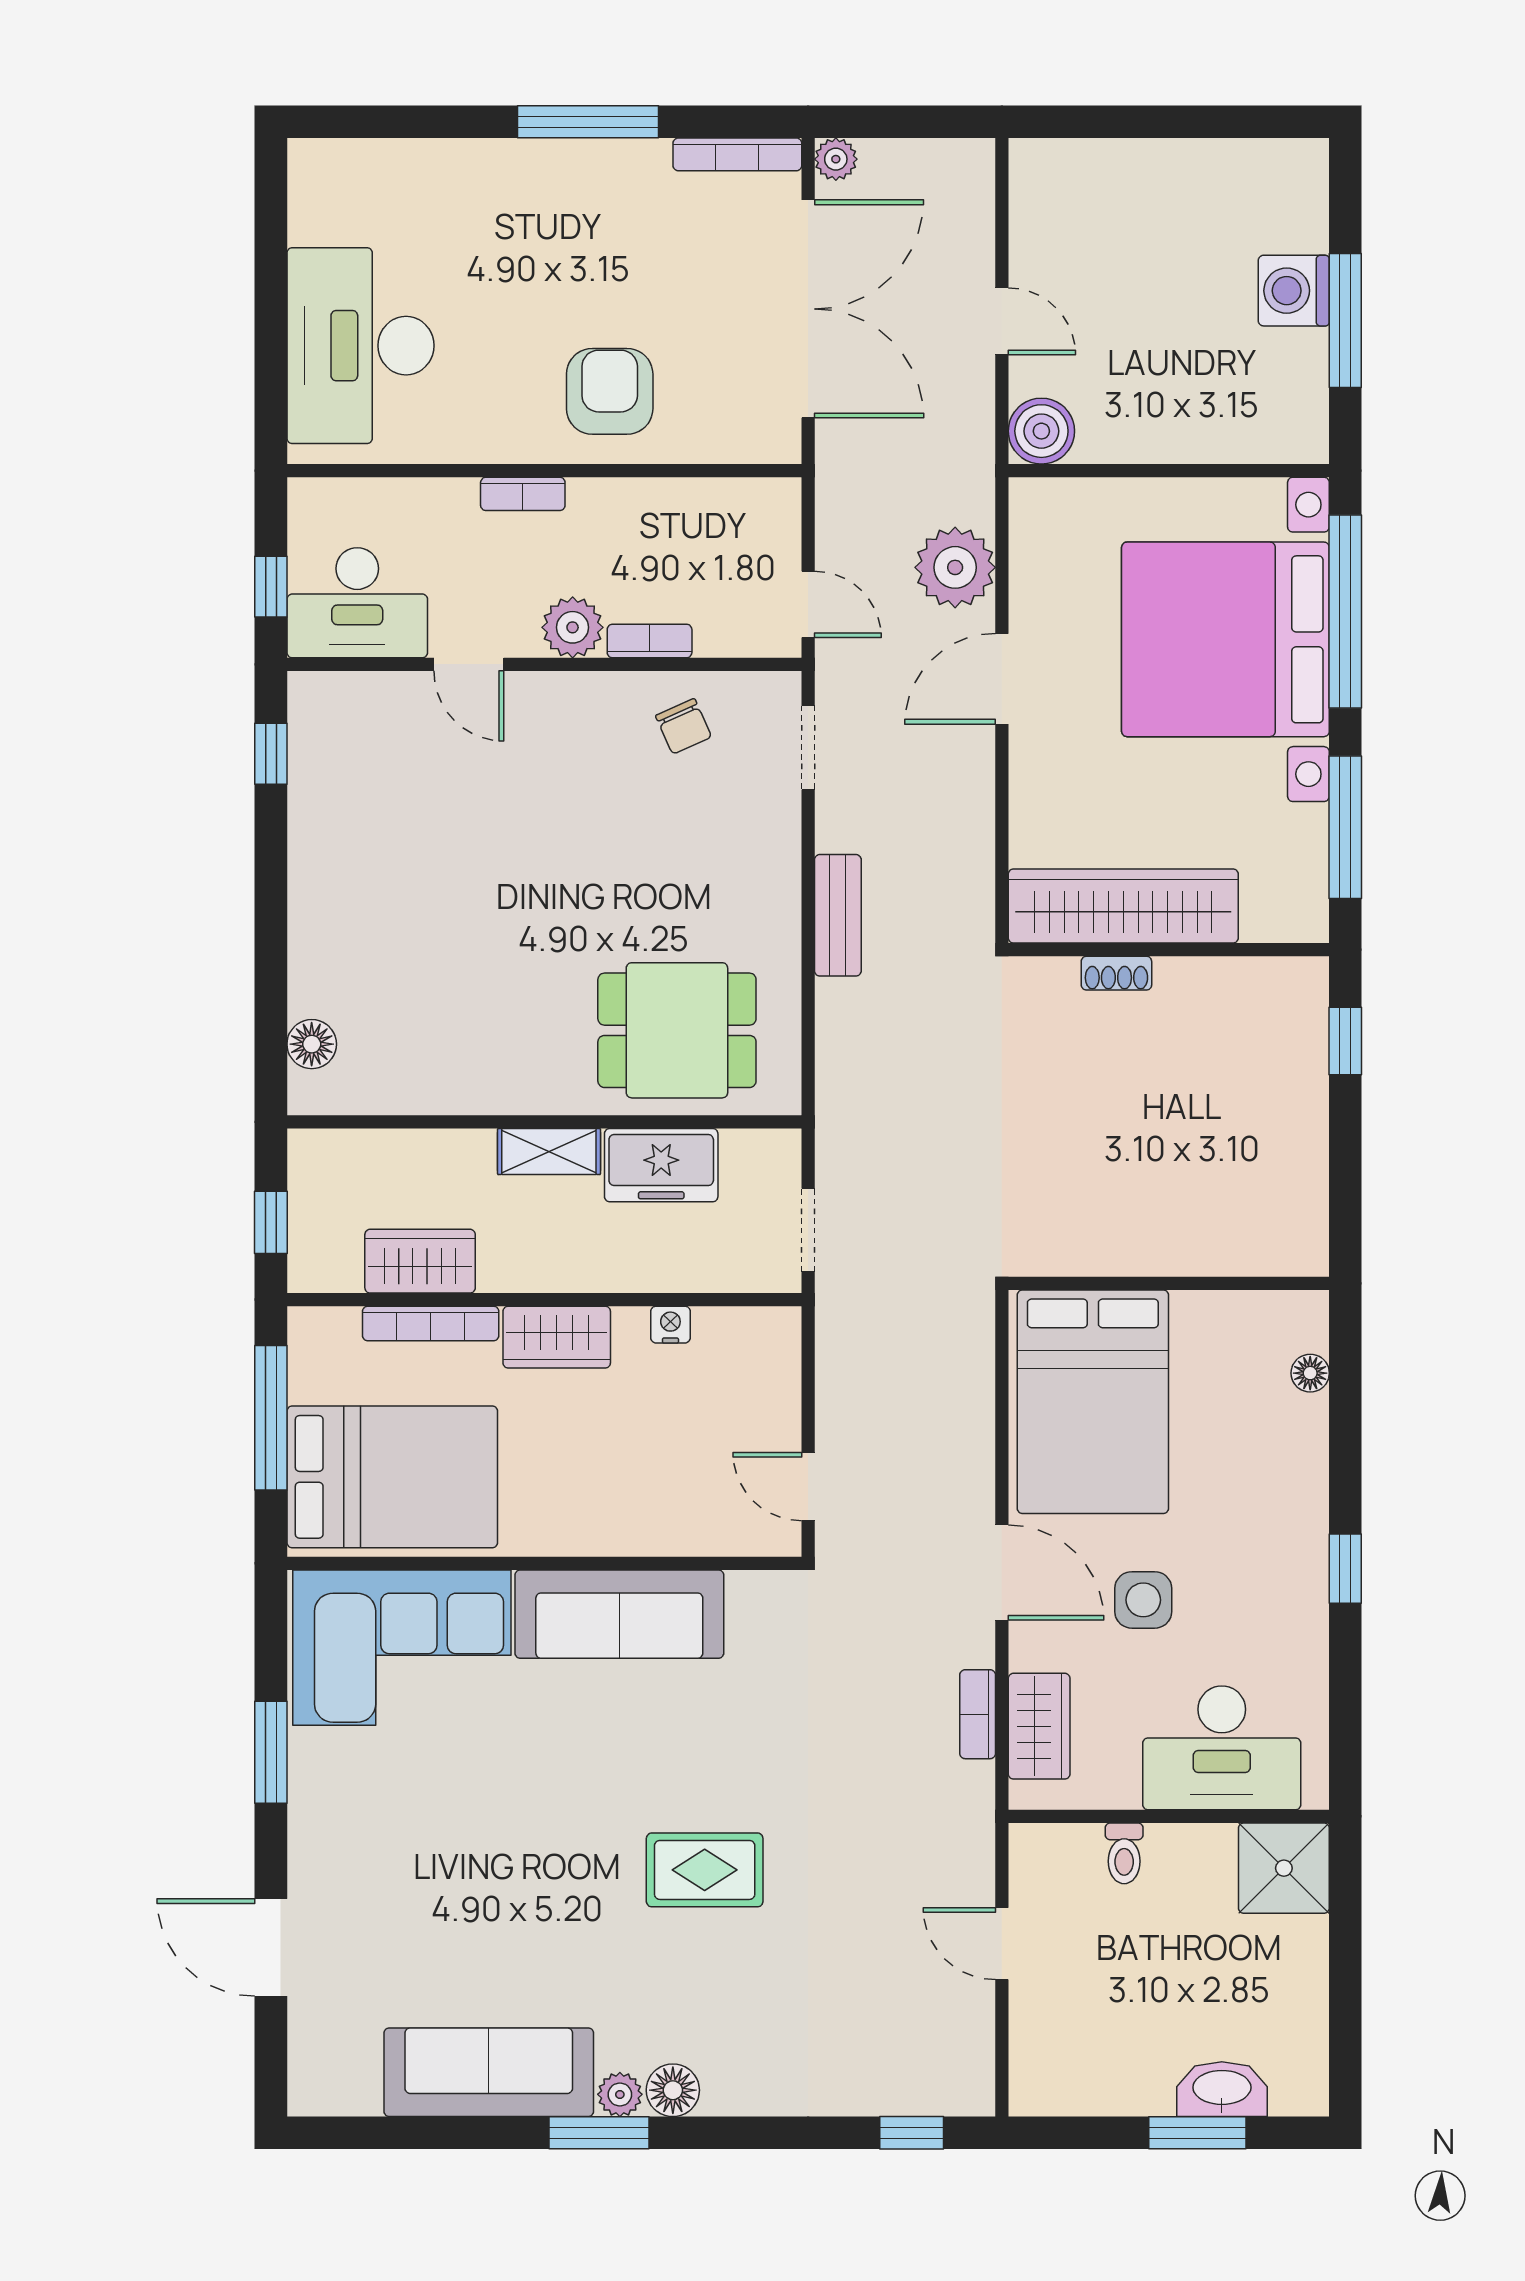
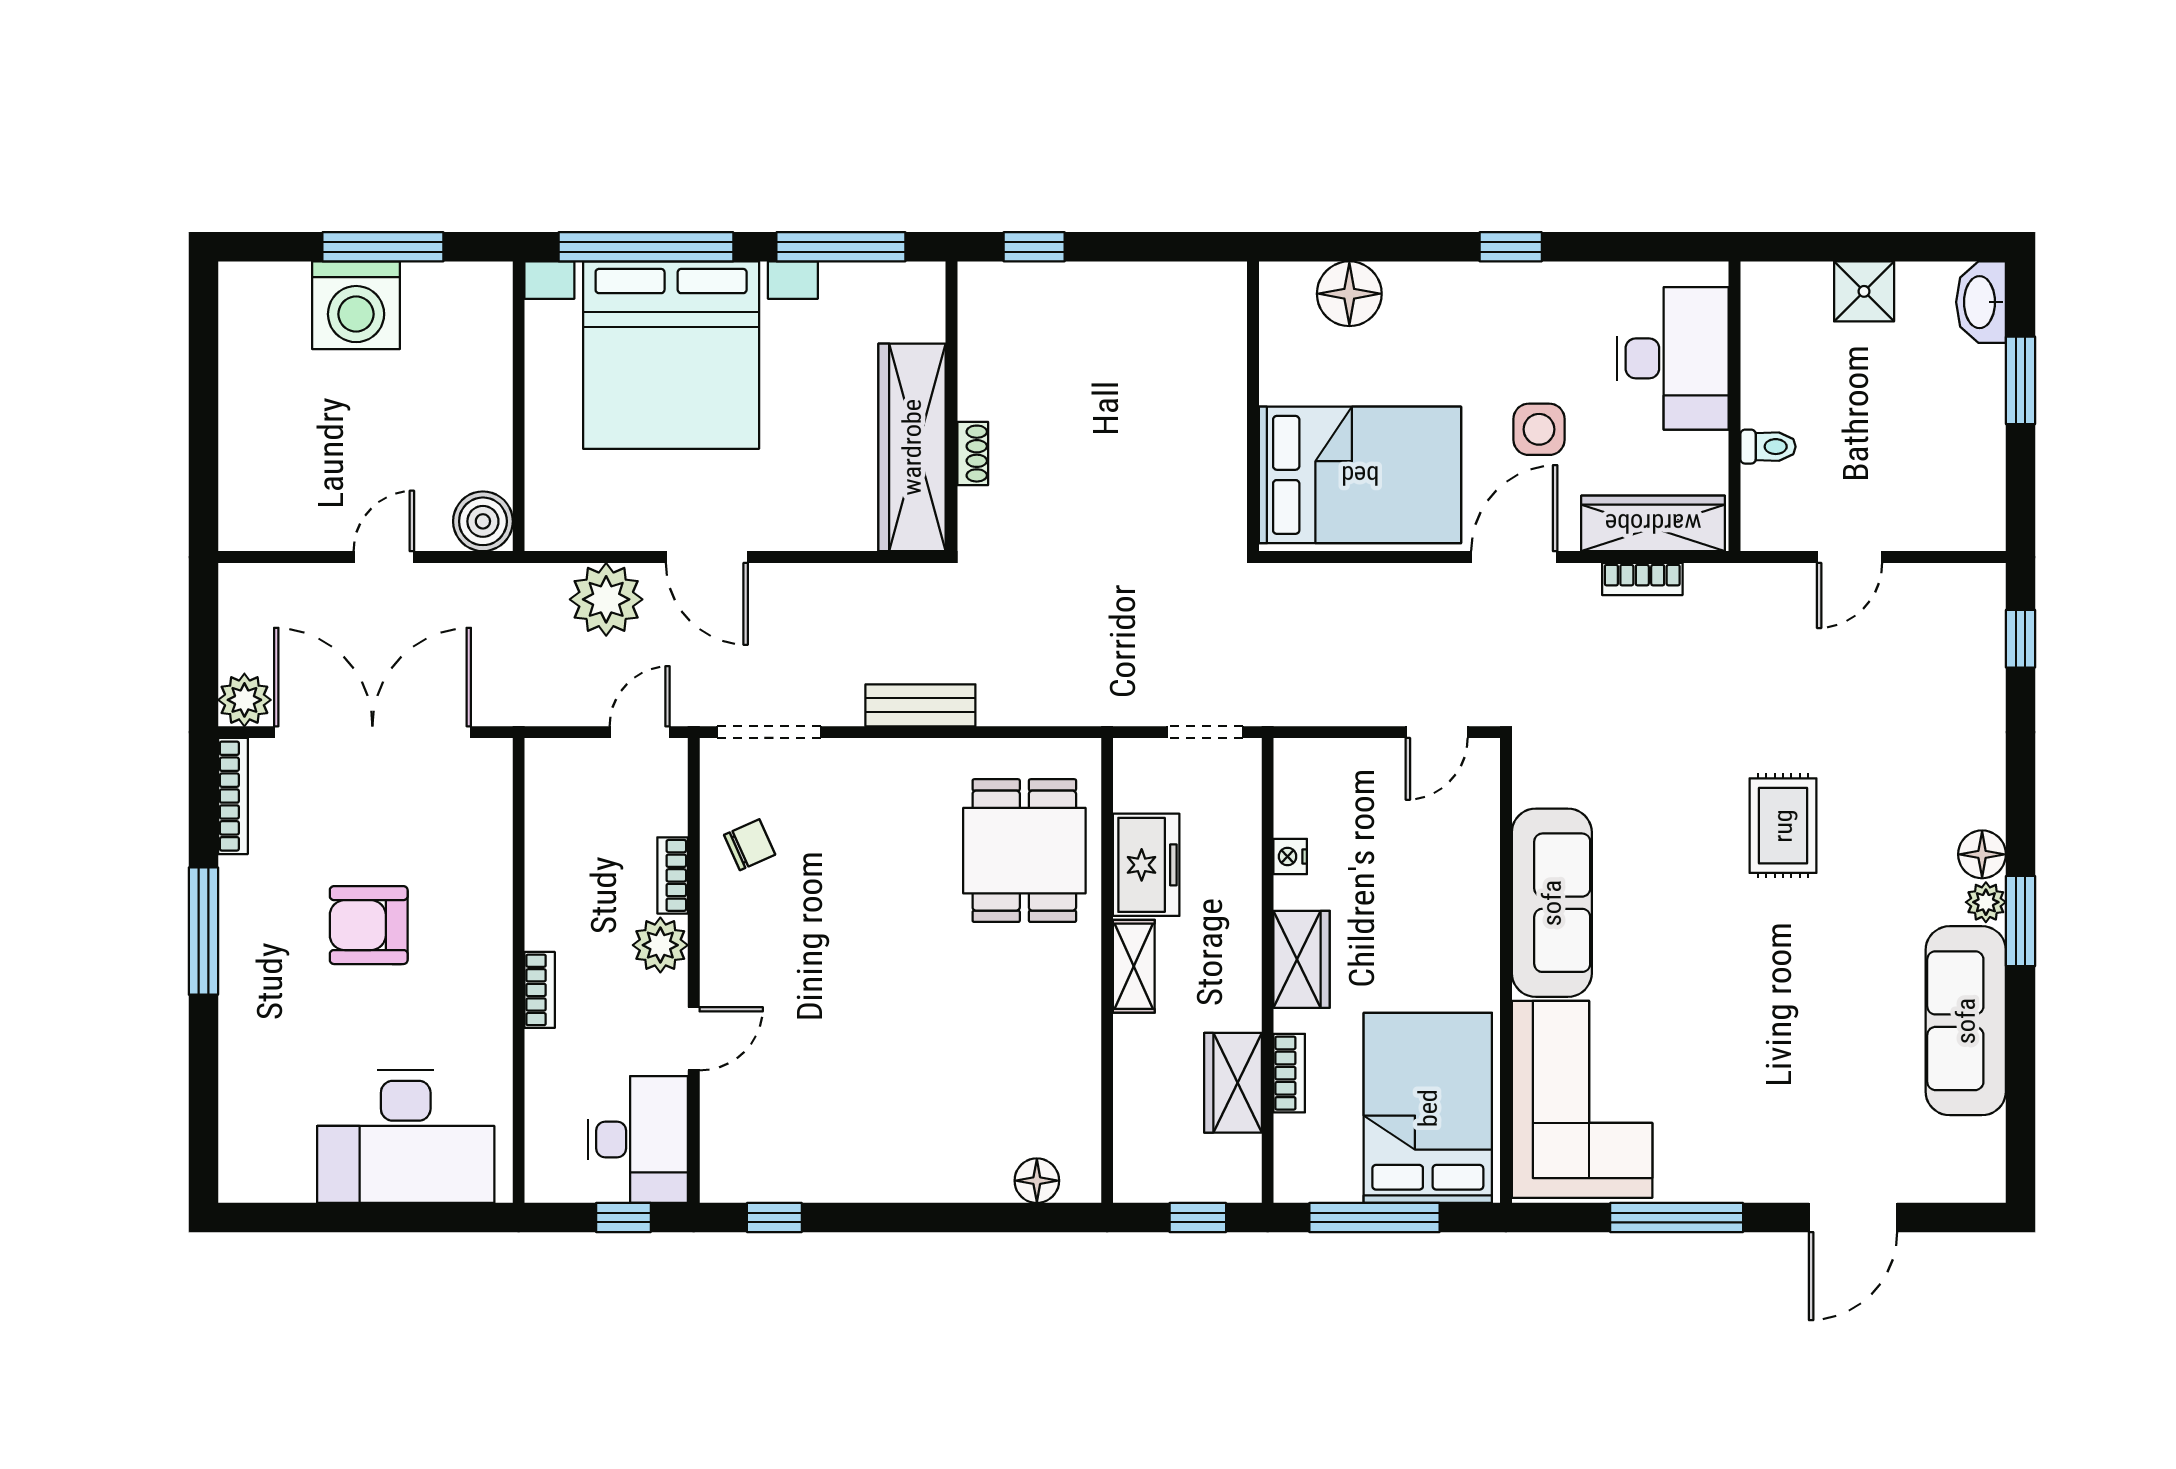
plant: (836, 159) -> (244, 700), width x1.38, depth x1.38
washing machine: (1294, 291) -> (356, 305), width x1.37, depth x1.37
armchair: (610, 391) -> (369, 925), moved
doorway: (808, 748) -> (769, 732), width x1.38
bookcase: (431, 1323) -> (1289, 1073), width x0.64
floor lamp: (1310, 1373) -> (1349, 294), width x1.89, depth x1.89
wardrobe: (1039, 1726) -> (1653, 523), width x1.50
window: (271, 1752) -> (1677, 1218), width x1.44
shower: (1284, 1868) -> (1864, 291), moved, width x0.73, depth x0.73
washbasin: (1222, 2089) -> (1981, 302), moved

